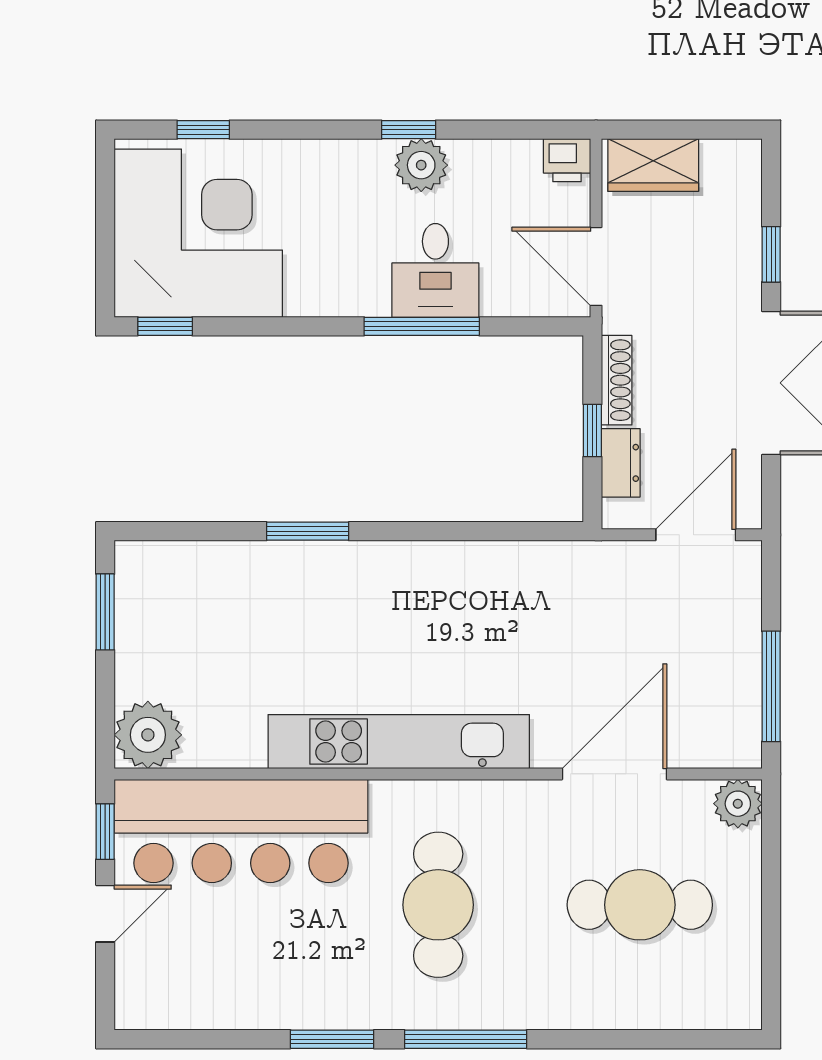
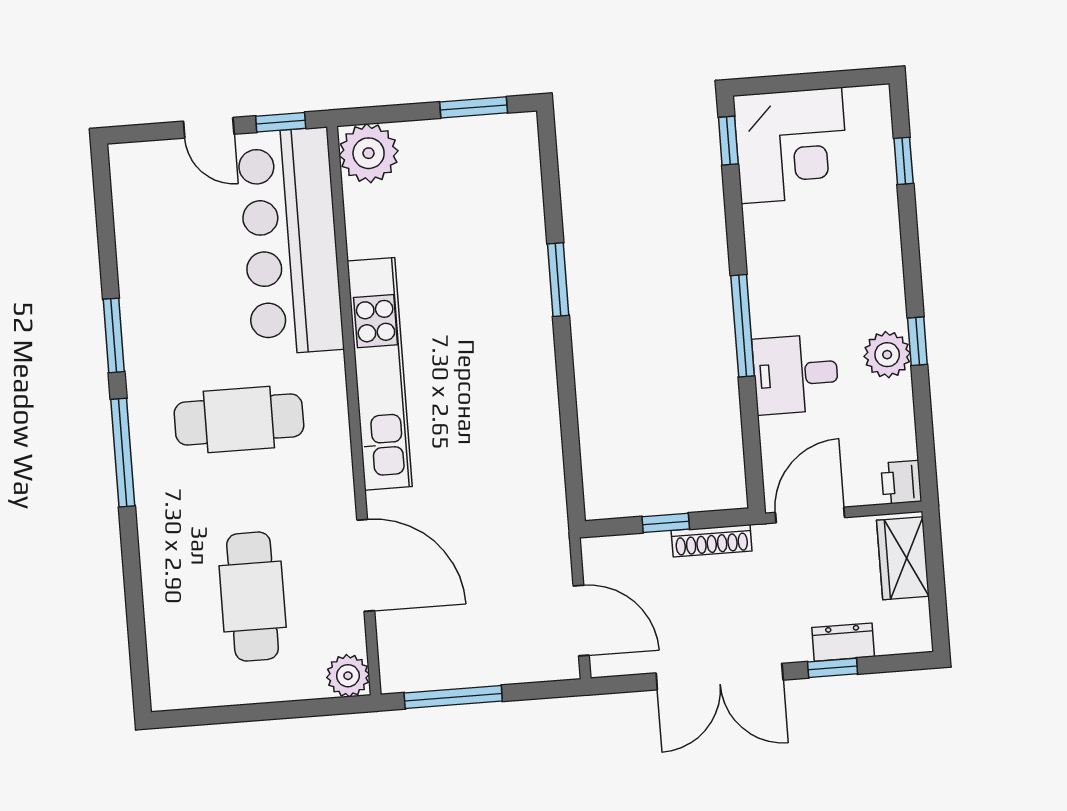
corner desk: (198, 233) -> (791, 146), width x0.74, depth x0.74
window: (422, 326) -> (743, 326), moved
dresser: (621, 463) -> (843, 642), moved, turned 180

